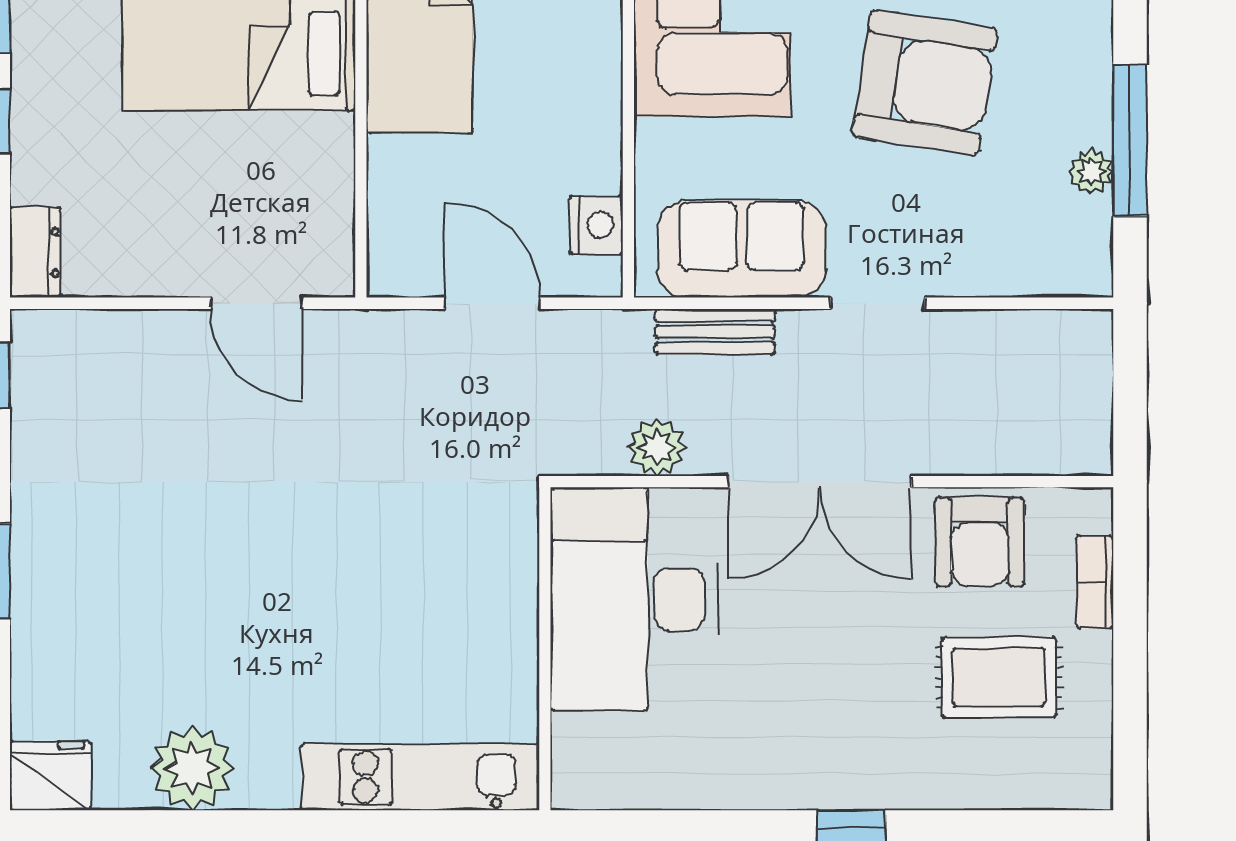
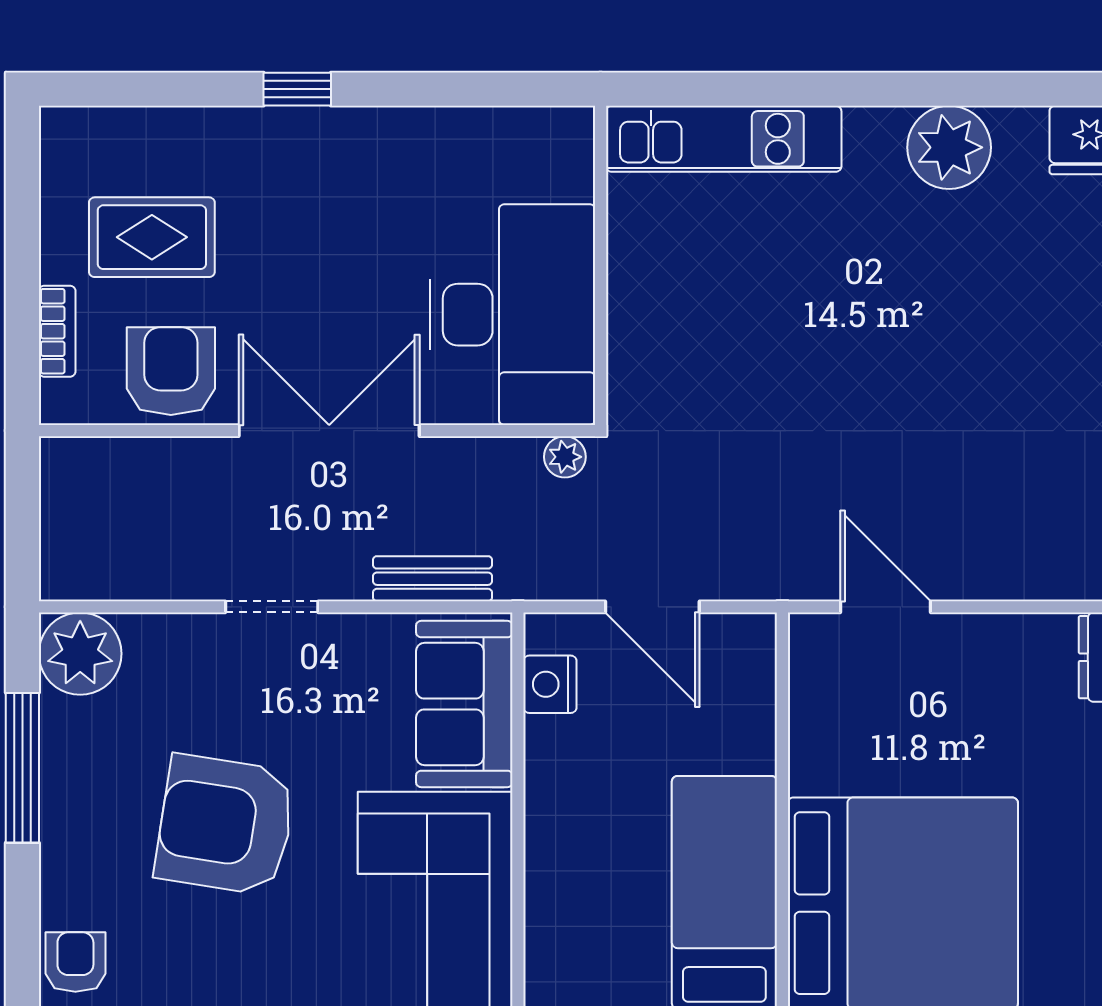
plant: (1091, 172) -> (80, 654), moved, width x1.88, depth x1.88
sofa: (742, 249) -> (464, 704), moved, turned 90
plant: (657, 447) -> (565, 457), moved, width x0.73, depth x0.73

